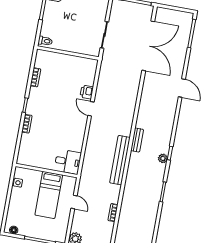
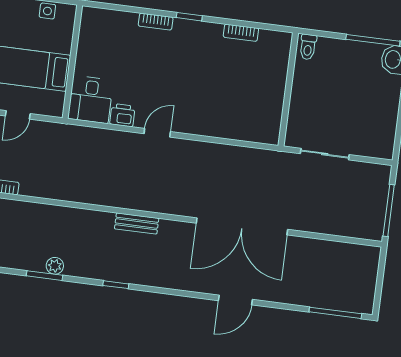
double door: (148, 46) -> (242, 226), moved
printer: (87, 92) -> (122, 115), moved
door: (91, 109) -> (157, 133), moved
plant: (163, 158) -> (55, 266), moved
bench: (120, 160) -> (98, 194), removed

